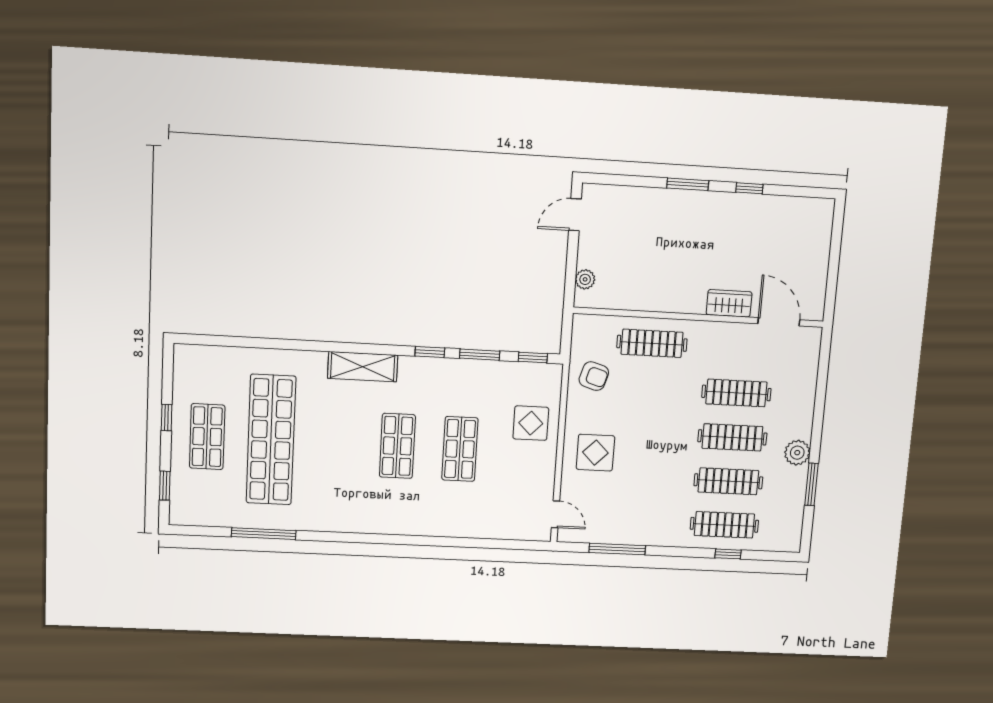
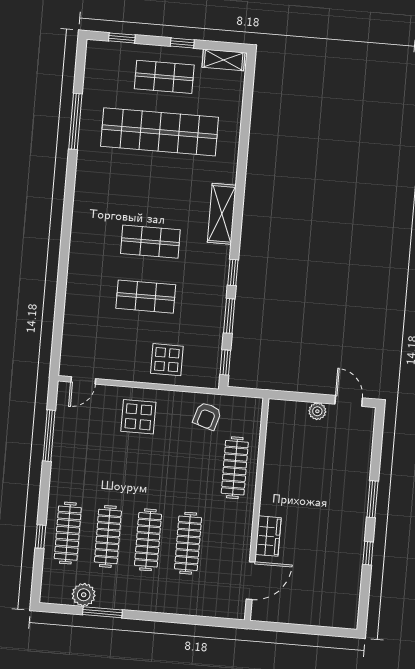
plant: (585, 279) -> (317, 411), moved
shelving: (184, 370) -> (223, 60), added
plant: (797, 453) -> (84, 595), moved

